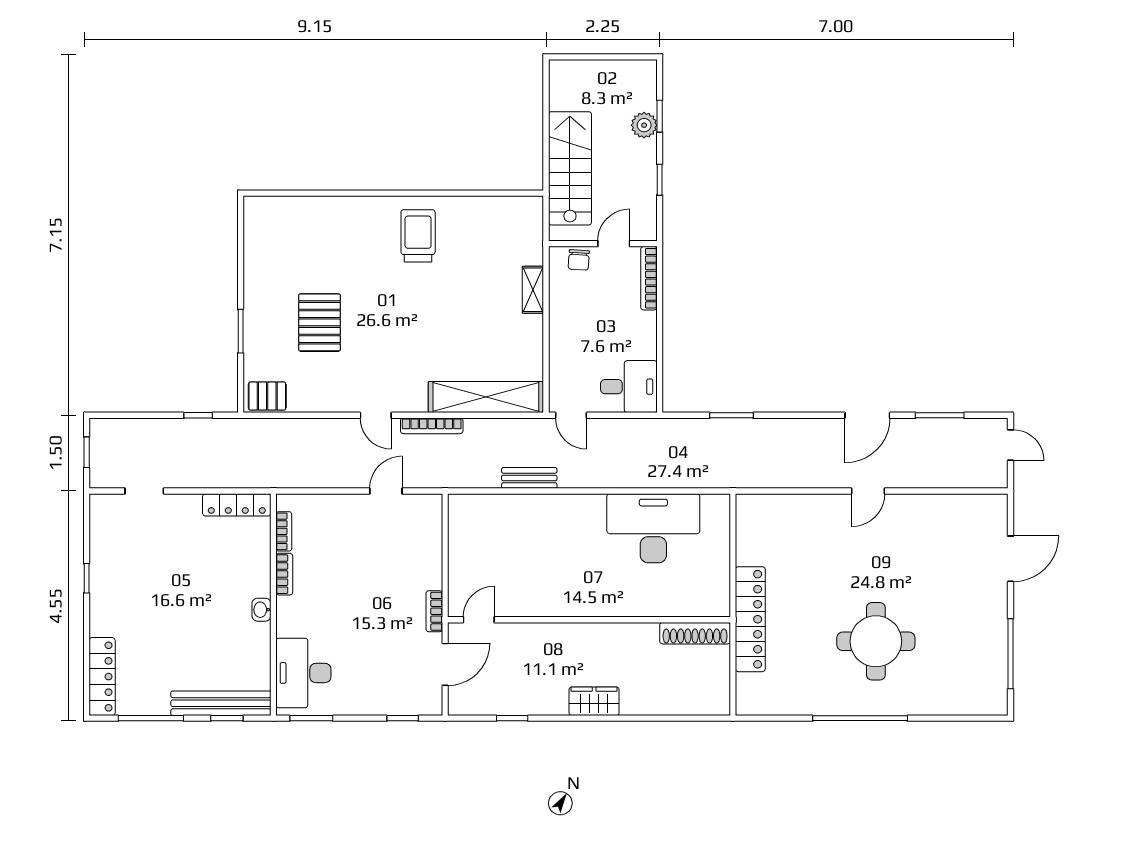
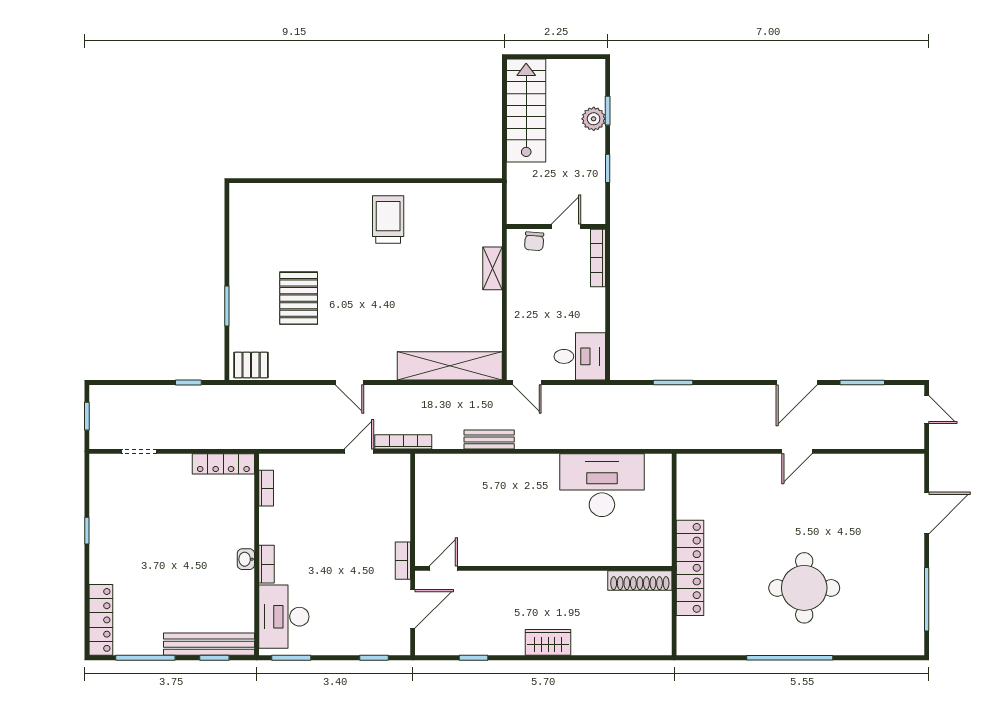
stairs: (570, 168) -> (526, 111), moved
bookcase: (432, 426) -> (403, 442), moved, turned 180
bookcase: (284, 574) -> (267, 564), moved

